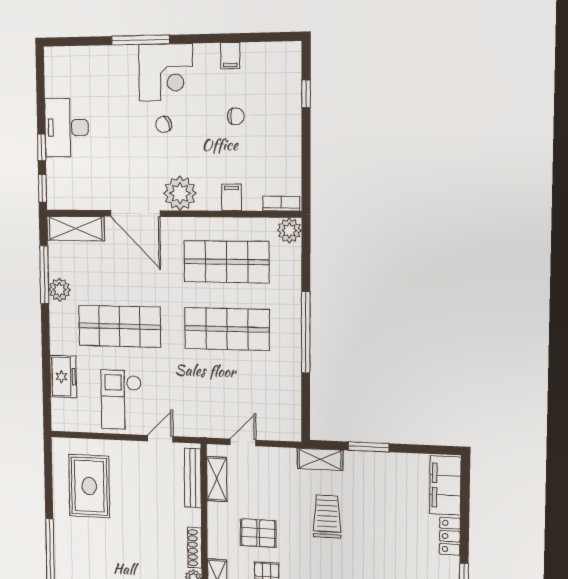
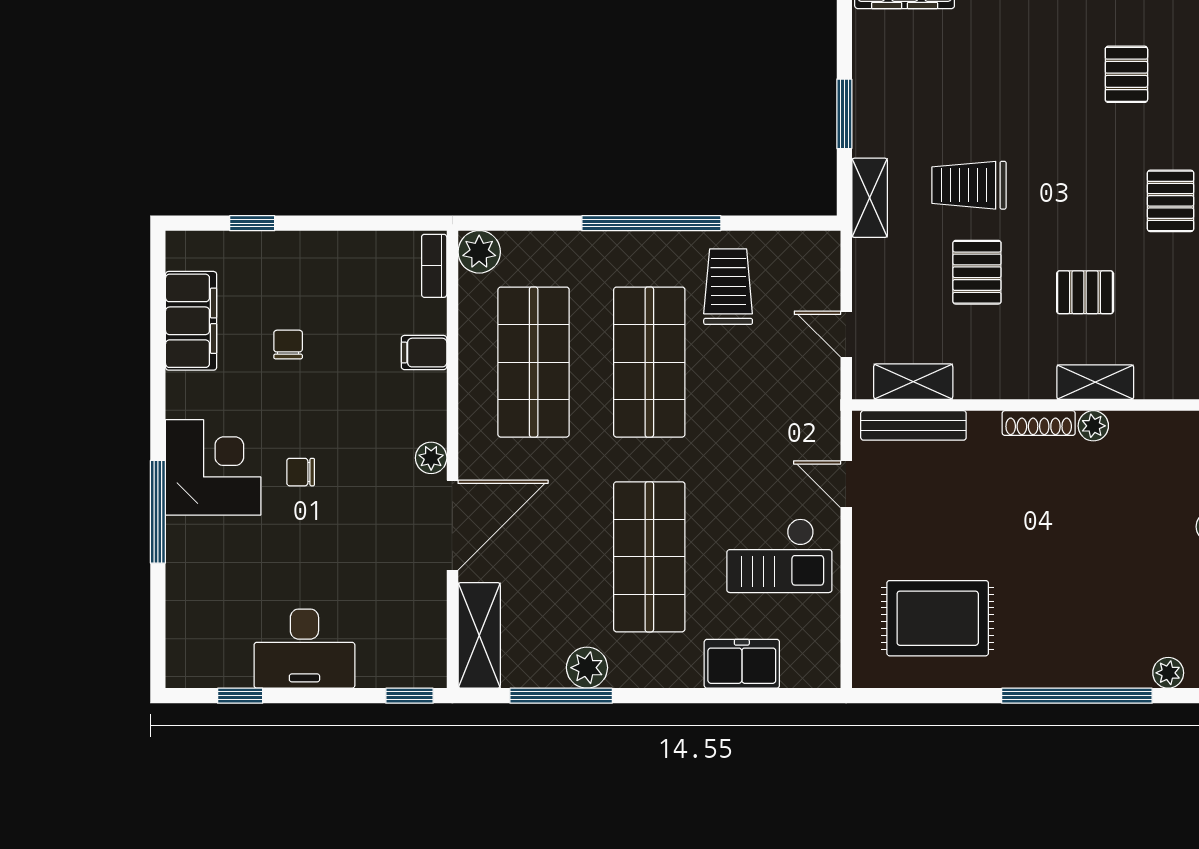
filing cabinet: (230, 56) -> (191, 321), width x3.00, depth x1.17
chair: (164, 124) -> (301, 472), turned 112
window: (42, 147) -> (240, 696), moved
plant: (180, 193) -> (431, 458), width x0.53, depth x0.53
trolley: (269, 376) -> (728, 287), added
pallet: (258, 533) -> (977, 272), moved

